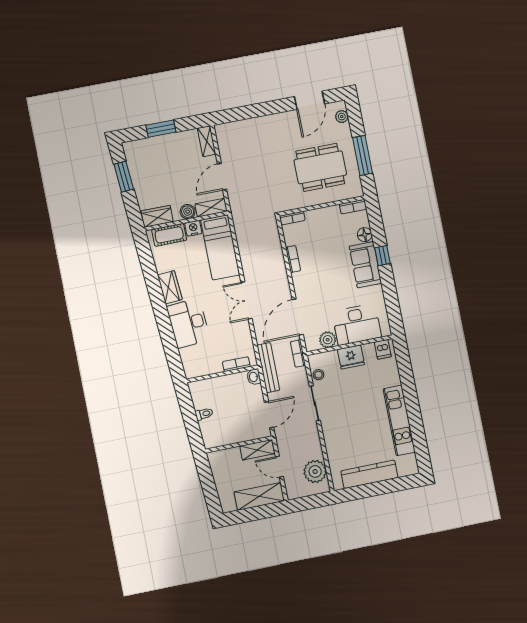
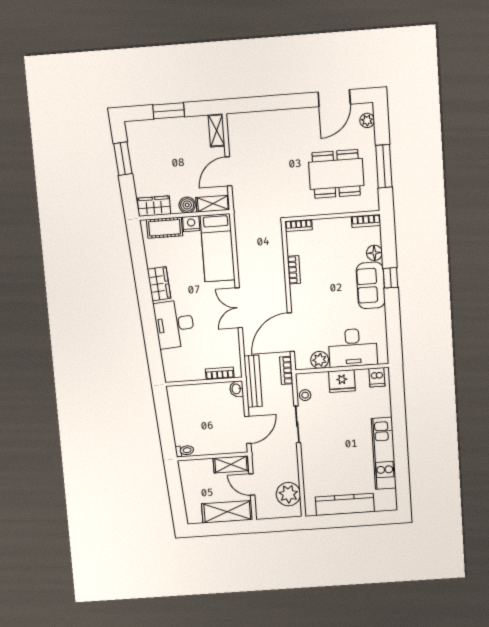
toilet: (204, 414) -> (185, 451), moved

